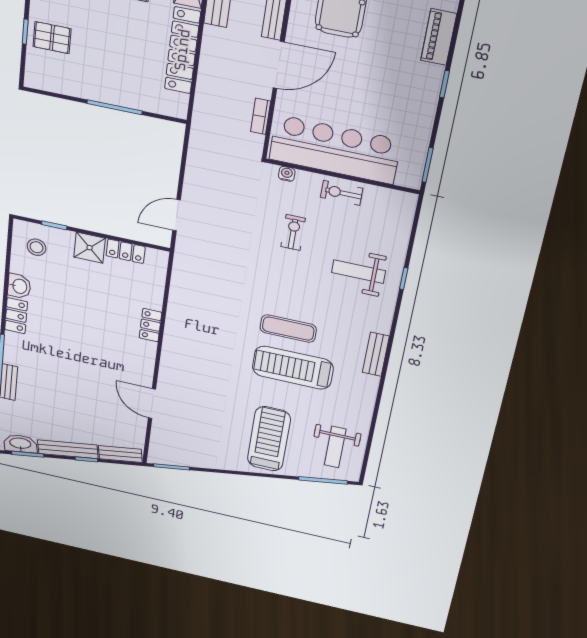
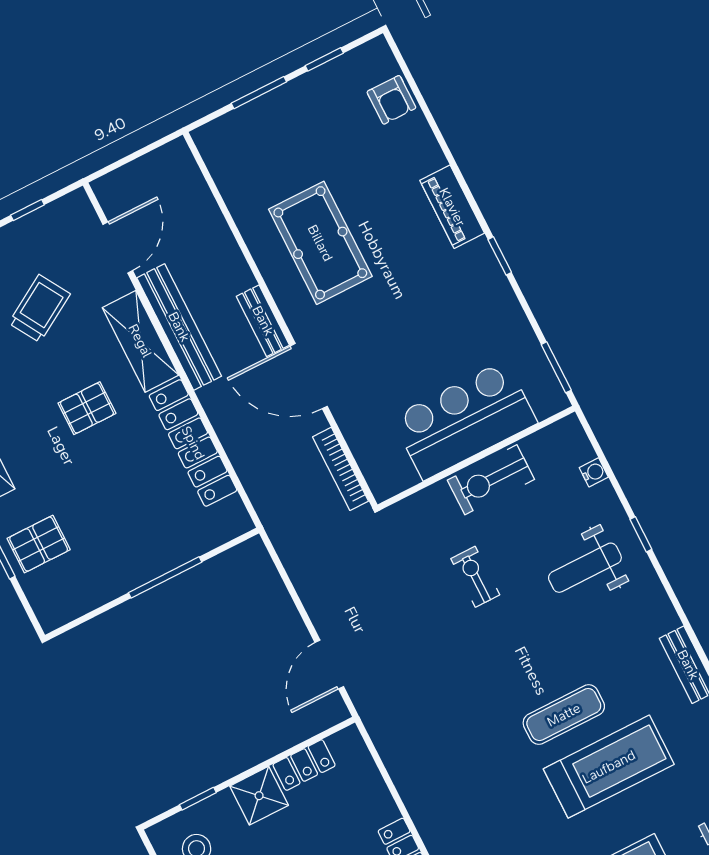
door: (279, 65) -> (309, 376), swing flipped
bookcase: (261, 116) -> (341, 469), width x1.56
bar counter: (335, 150) -> (464, 420), width x0.73
water cooler: (287, 174) -> (594, 472), moved, turned 90
exercise bike: (342, 193) -> (491, 480), width x1.38, depth x1.39
treadmill: (293, 368) -> (609, 767), turned 180

